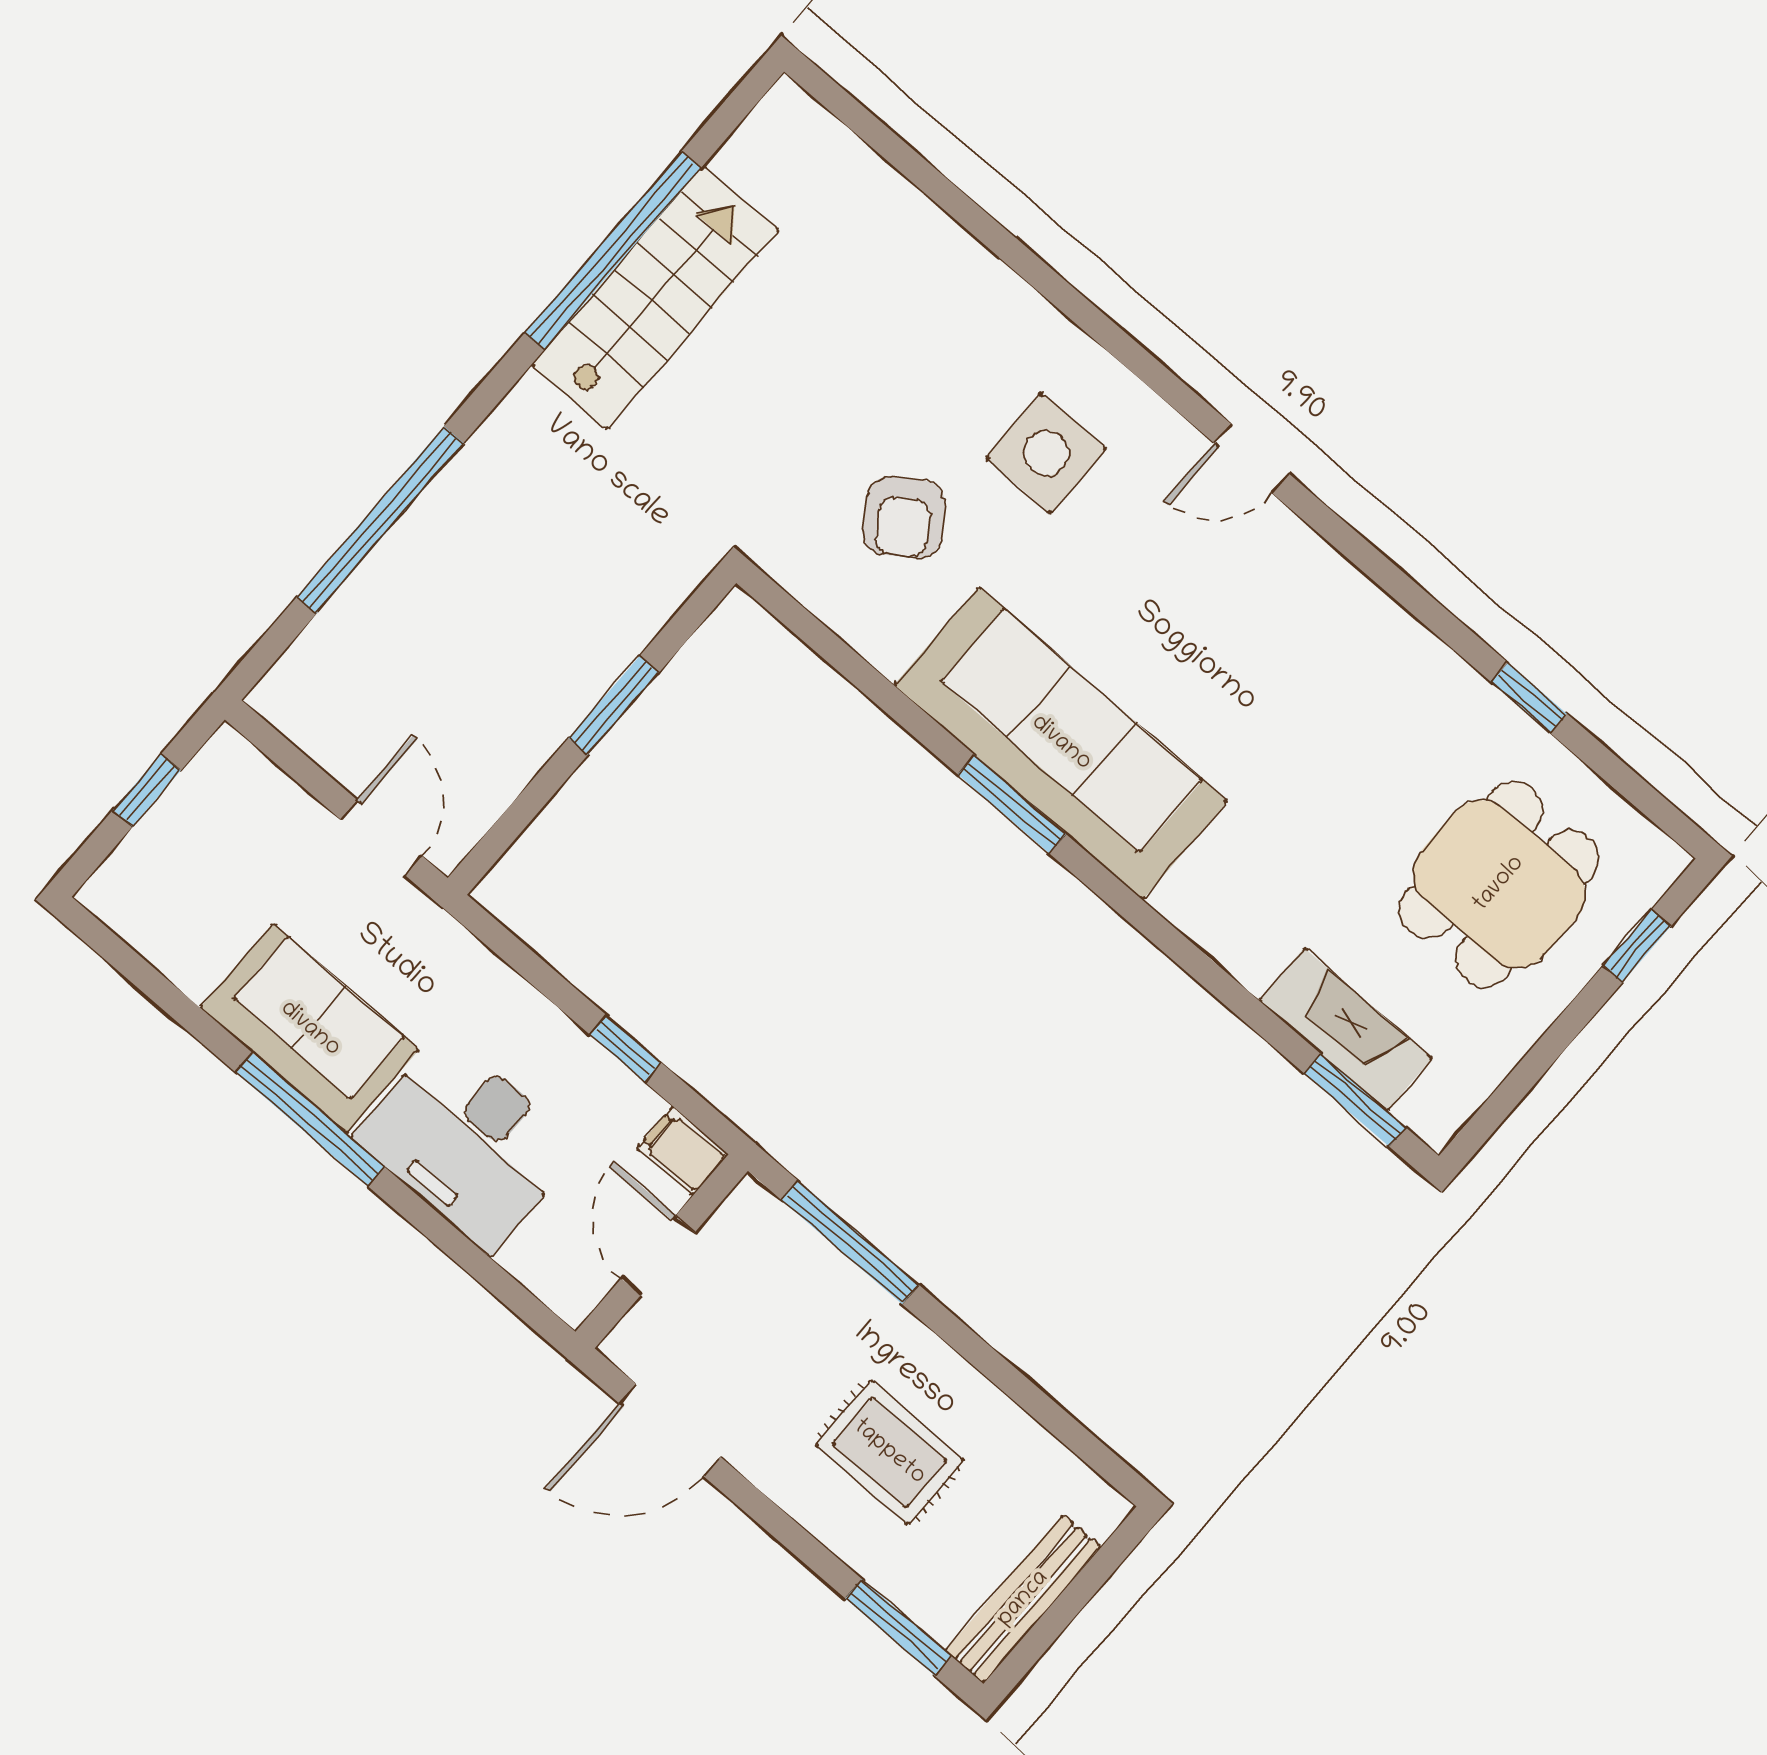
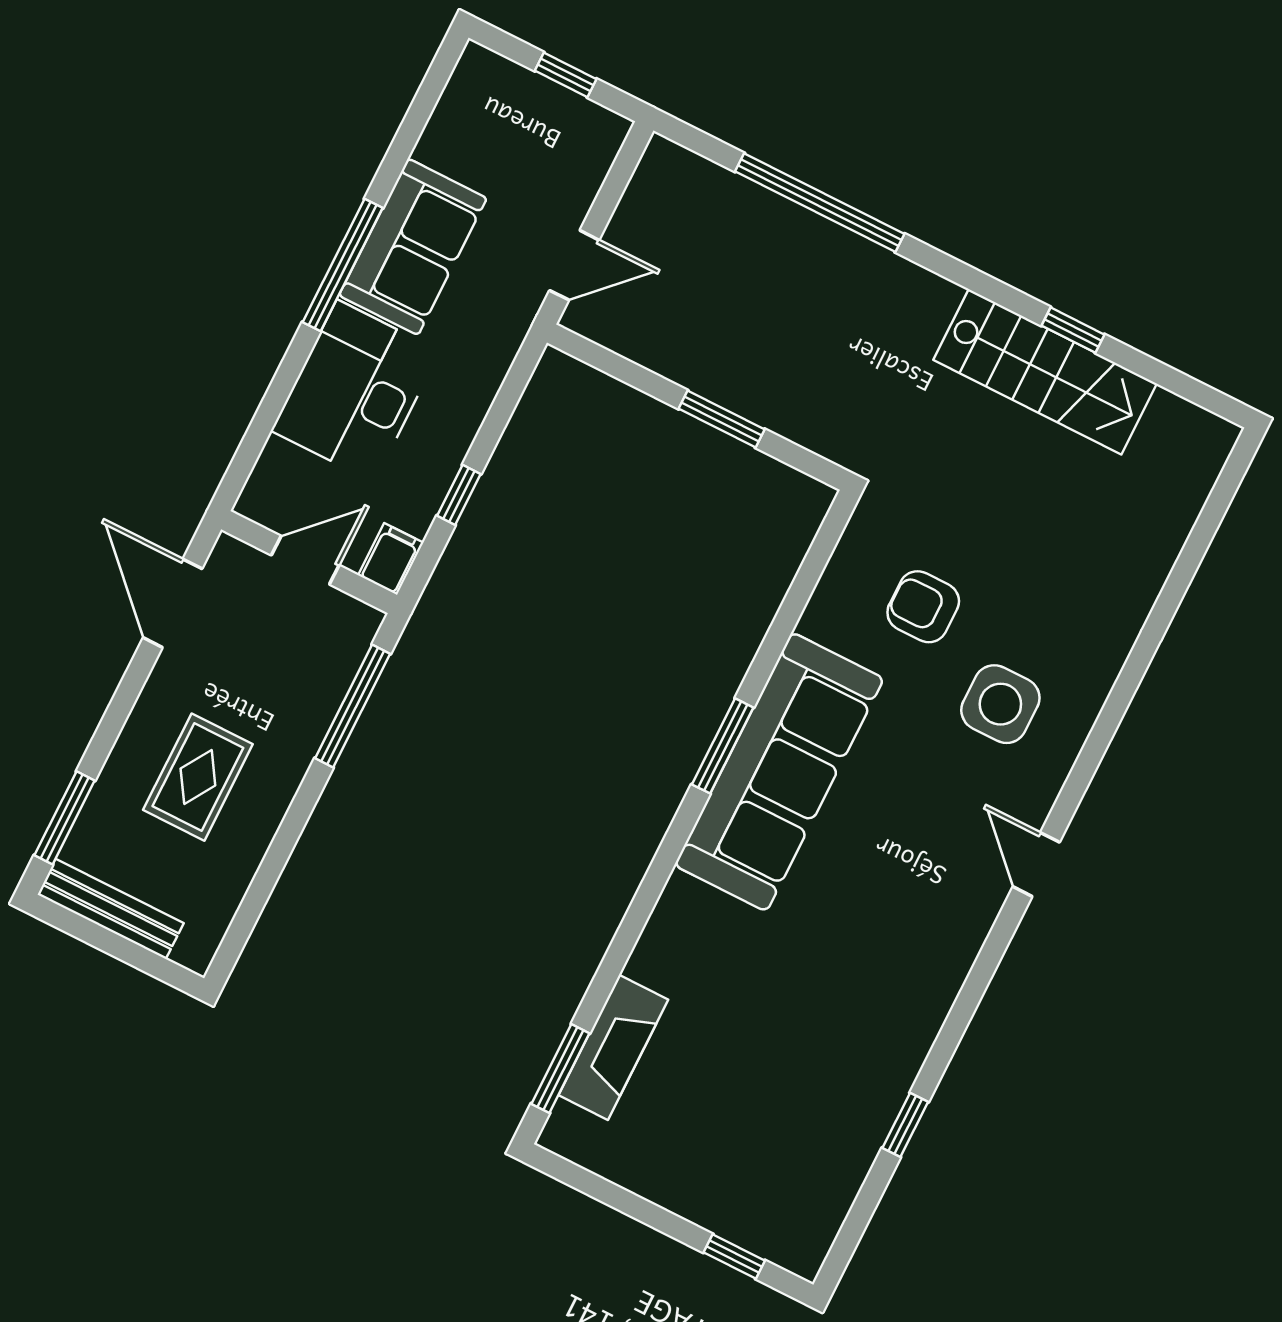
window: (613, 251) -> (1073, 330), width x0.32
armchair: (904, 518) -> (923, 607), turned 34
dining table: (1499, 884) -> (755, 1138), removed

